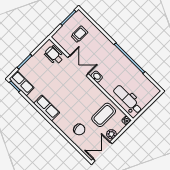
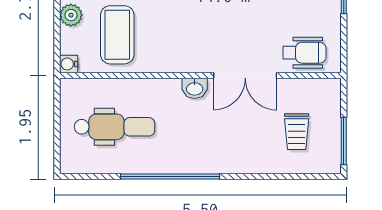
dental chair: (128, 99) -> (114, 127), moved

